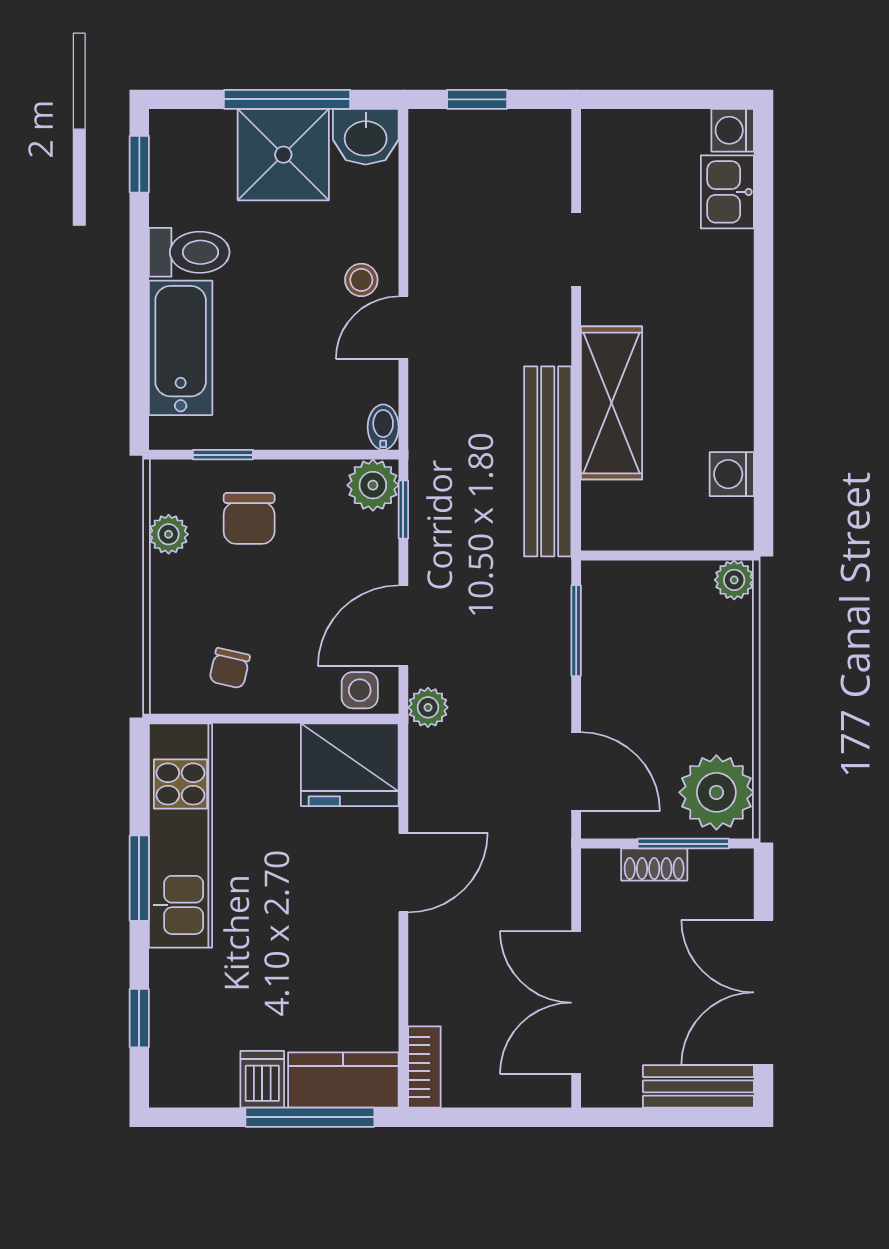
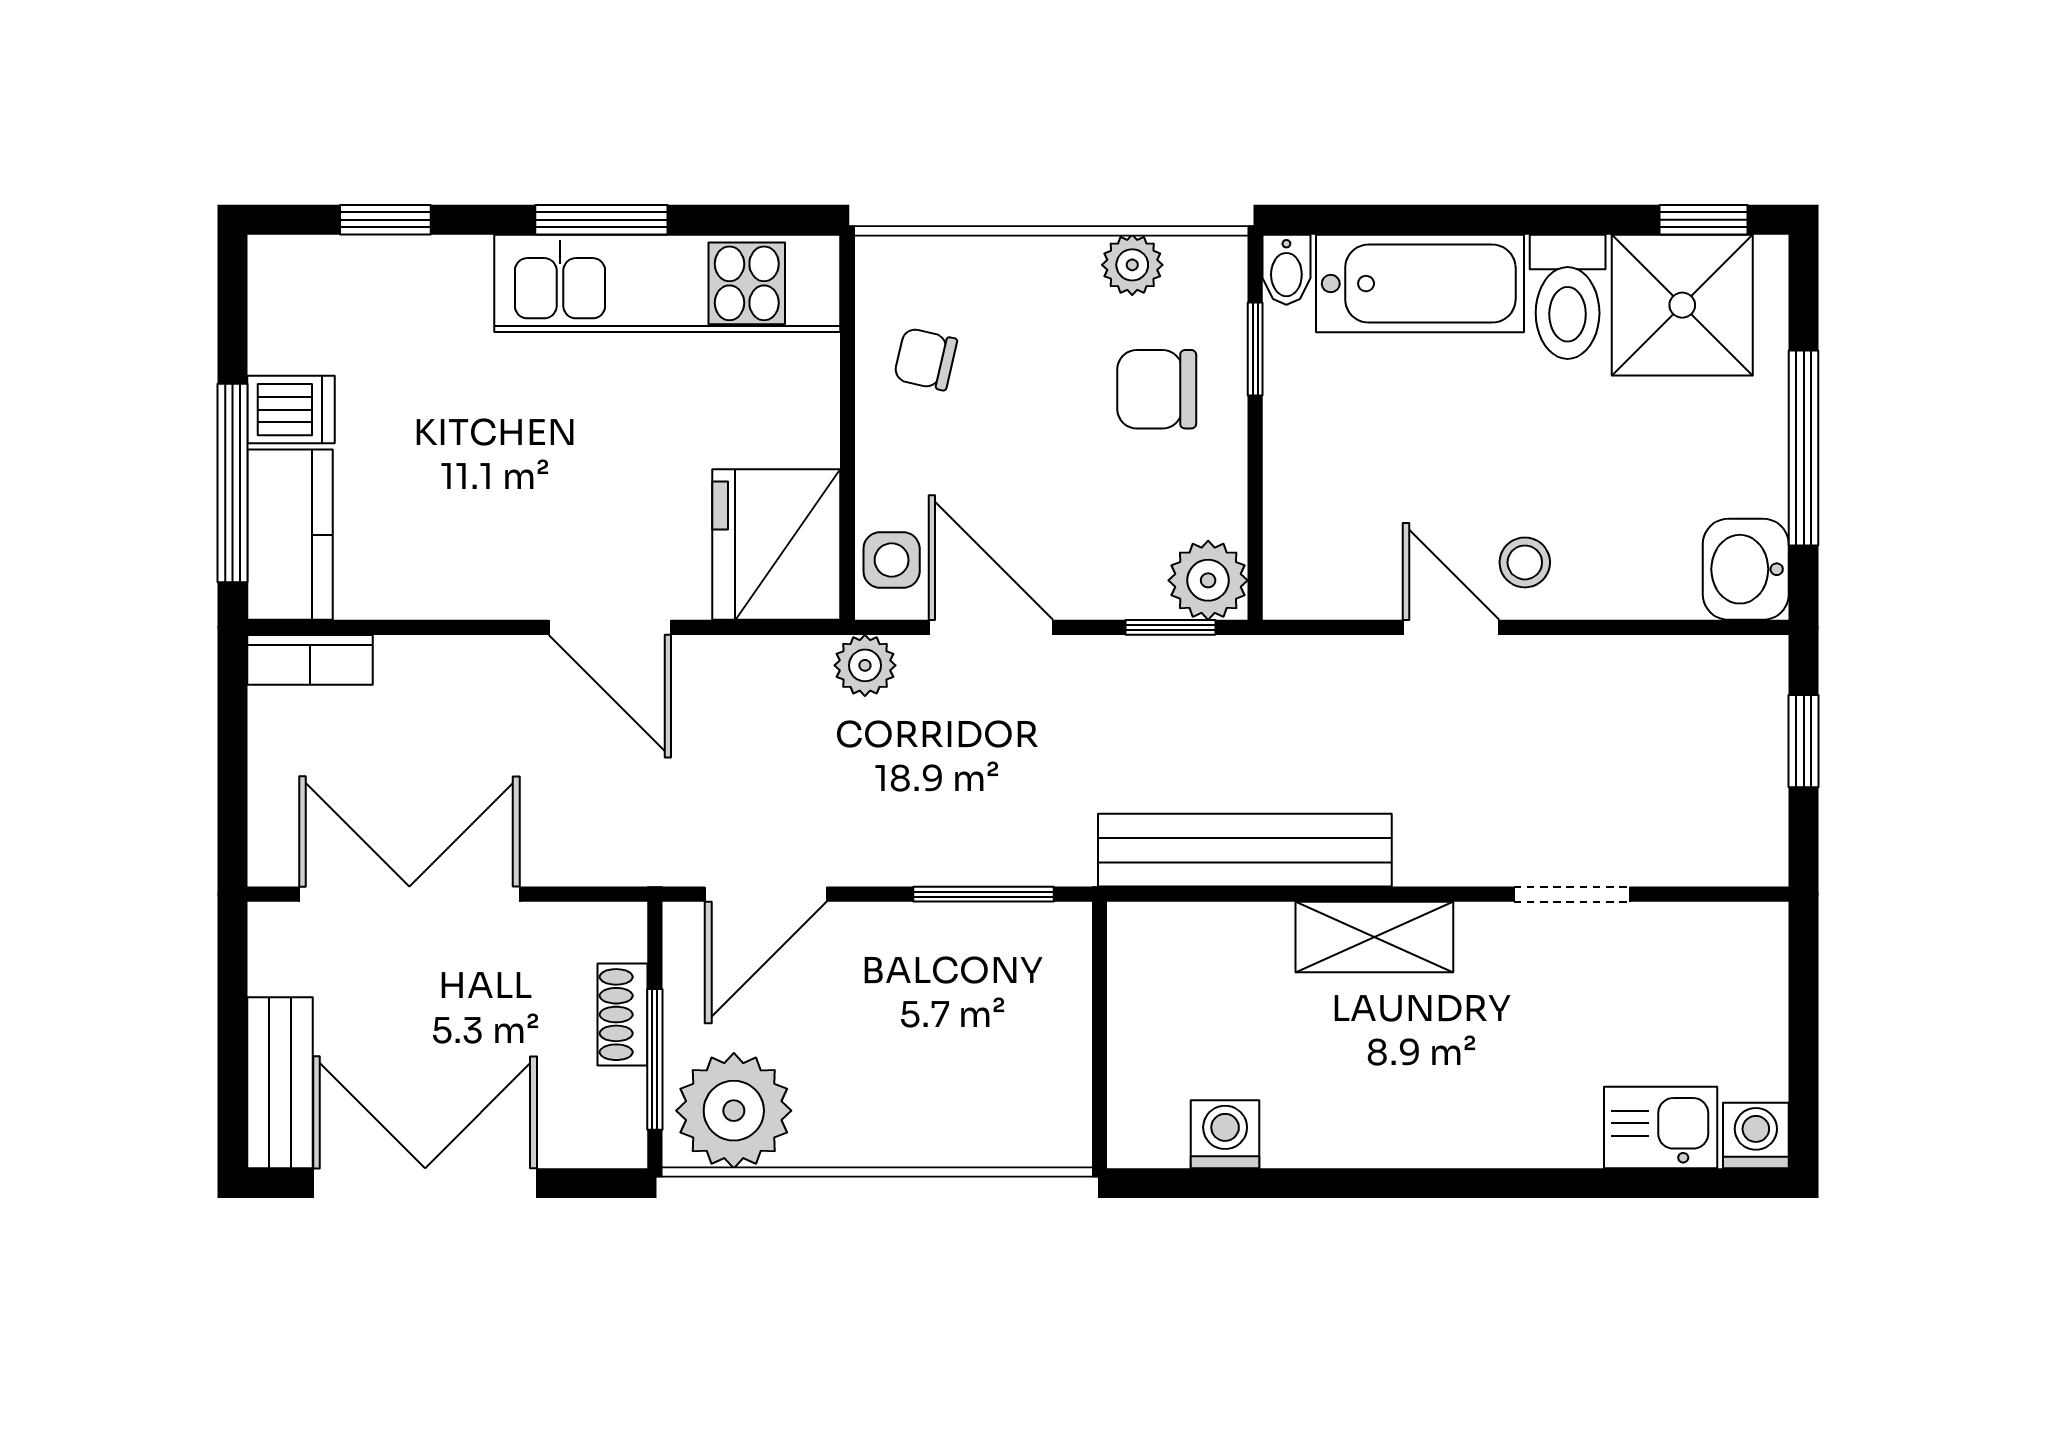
shower: (283, 155) -> (1682, 305), moved
shelving: (612, 403) -> (1374, 937), width x0.67, depth x0.75
bidet: (383, 427) -> (1286, 270), moved, turned 90
plant: (734, 580) -> (1062, 1138), removed

